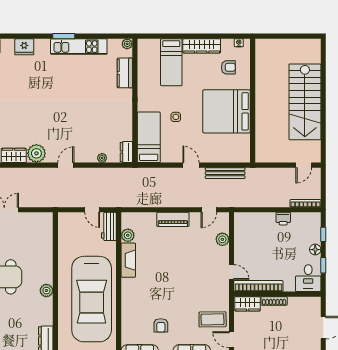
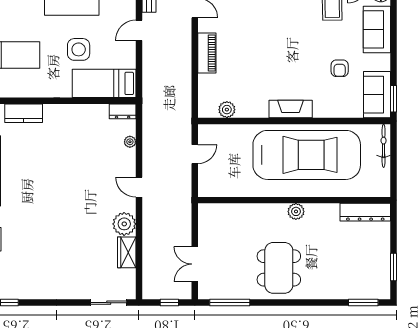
side table: (176, 117) -> (79, 49), width x1.87, depth x1.87
workbench: (109, 226) -> (216, 133), removed
fireplace: (128, 260) -> (291, 109), moved
armchair: (161, 325) -> (340, 68), turned 90

